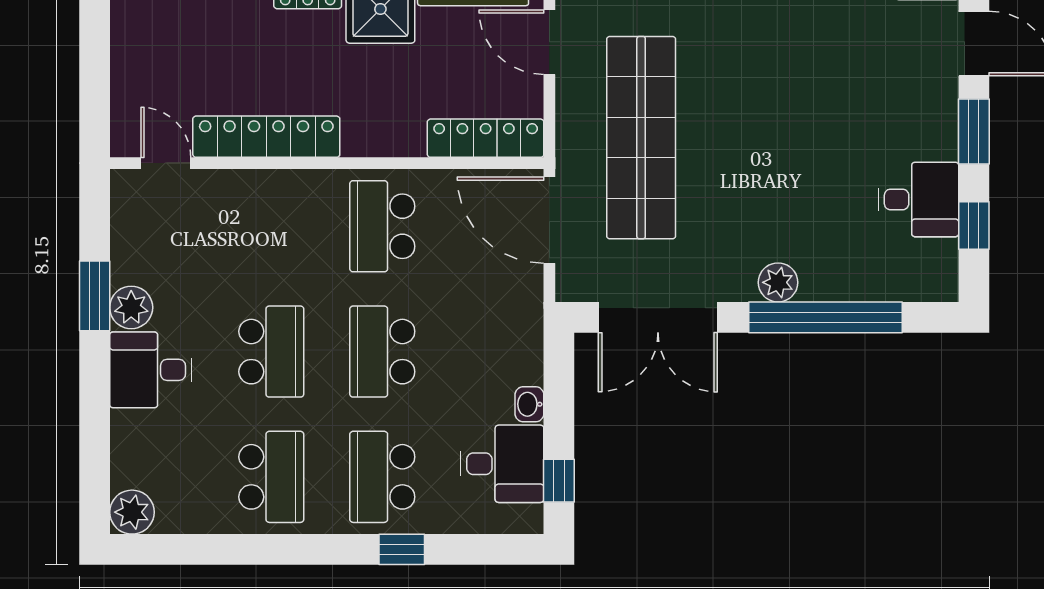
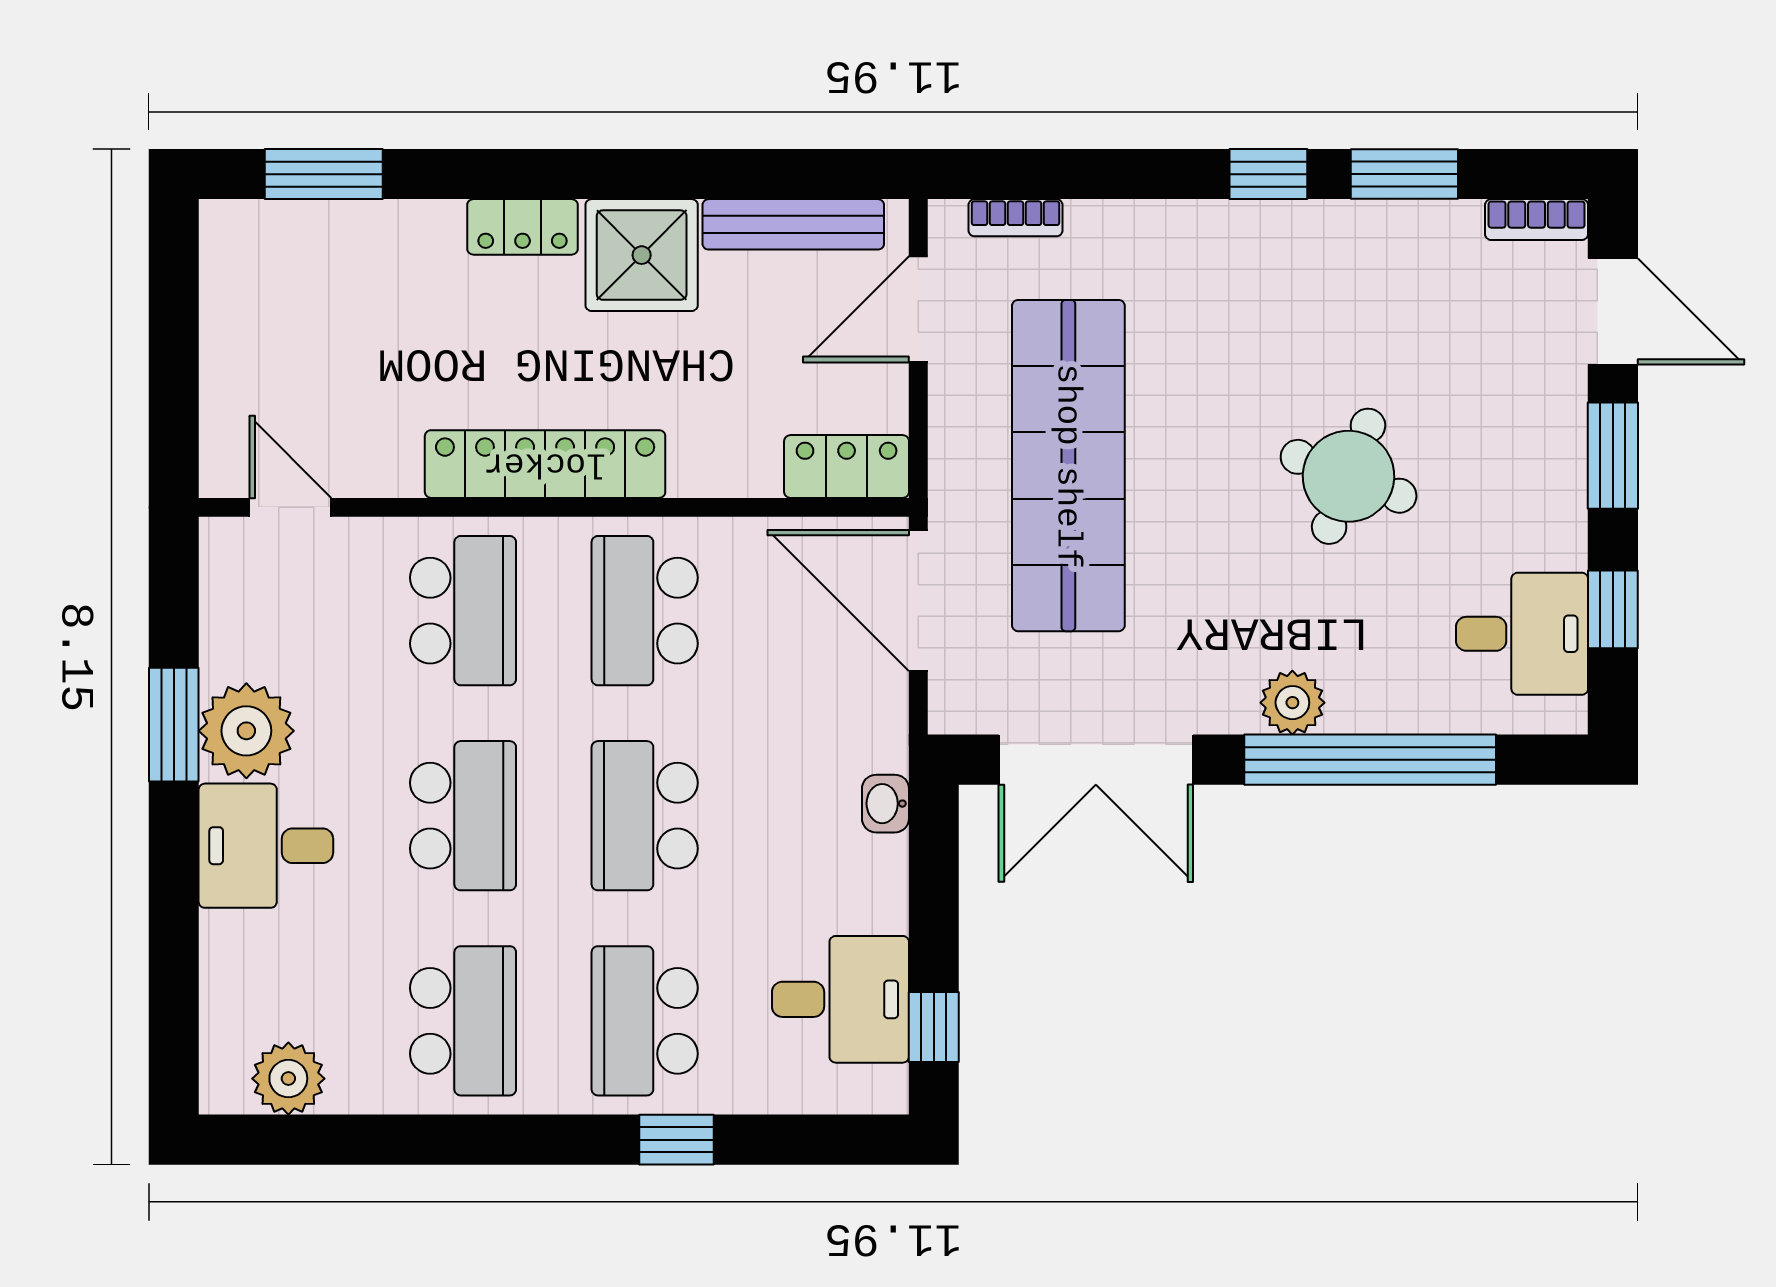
door: (549, 42) -> (918, 309), hinge flipped
locker: (266, 137) -> (545, 464), moved
locker: (486, 138) -> (847, 466), width x0.66
round table: (812, 144) -> (1349, 476), added
desk: (918, 199) -> (1522, 634), moved
school desk: (271, 226) -> (463, 611), added
plant: (131, 307) -> (246, 731), width x1.36, depth x1.36
washbasin: (529, 404) -> (885, 804), moved
plant: (132, 512) -> (288, 1079), moved

